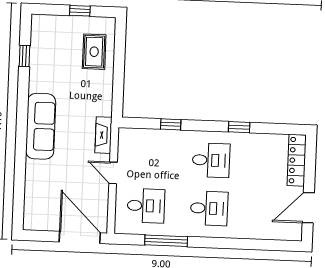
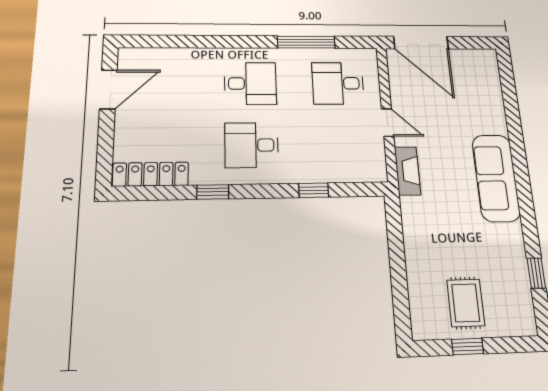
rug: (94, 52) -> (466, 303), moved
locker: (297, 160) -> (151, 174), moved, turned -90
desk: (209, 208) -> (250, 83), turned 180

